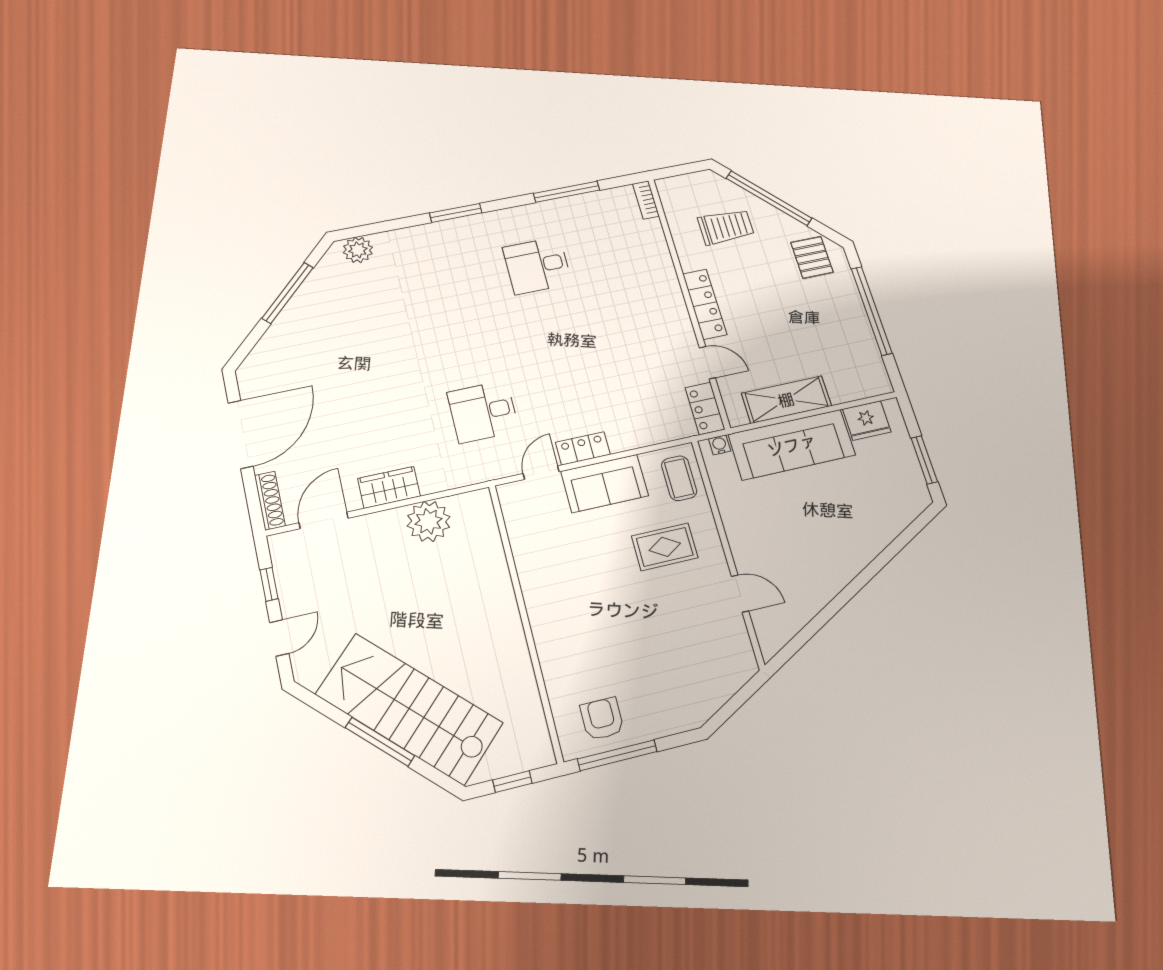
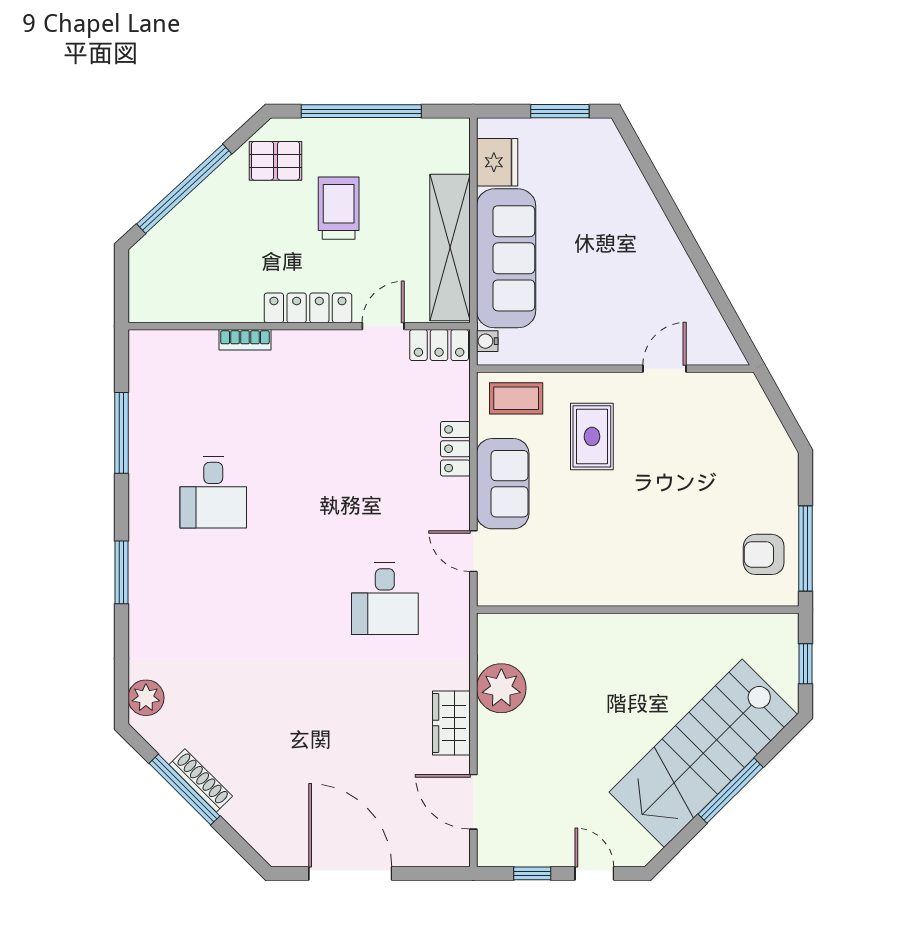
bookcase: (646, 200) -> (245, 340), moved
trolley: (726, 227) -> (339, 208), moved
shelving: (786, 400) -> (450, 248), width x1.47
locker: (583, 448) -> (455, 449), moved
shoe rack: (270, 501) -> (201, 780), moved, turned 45

